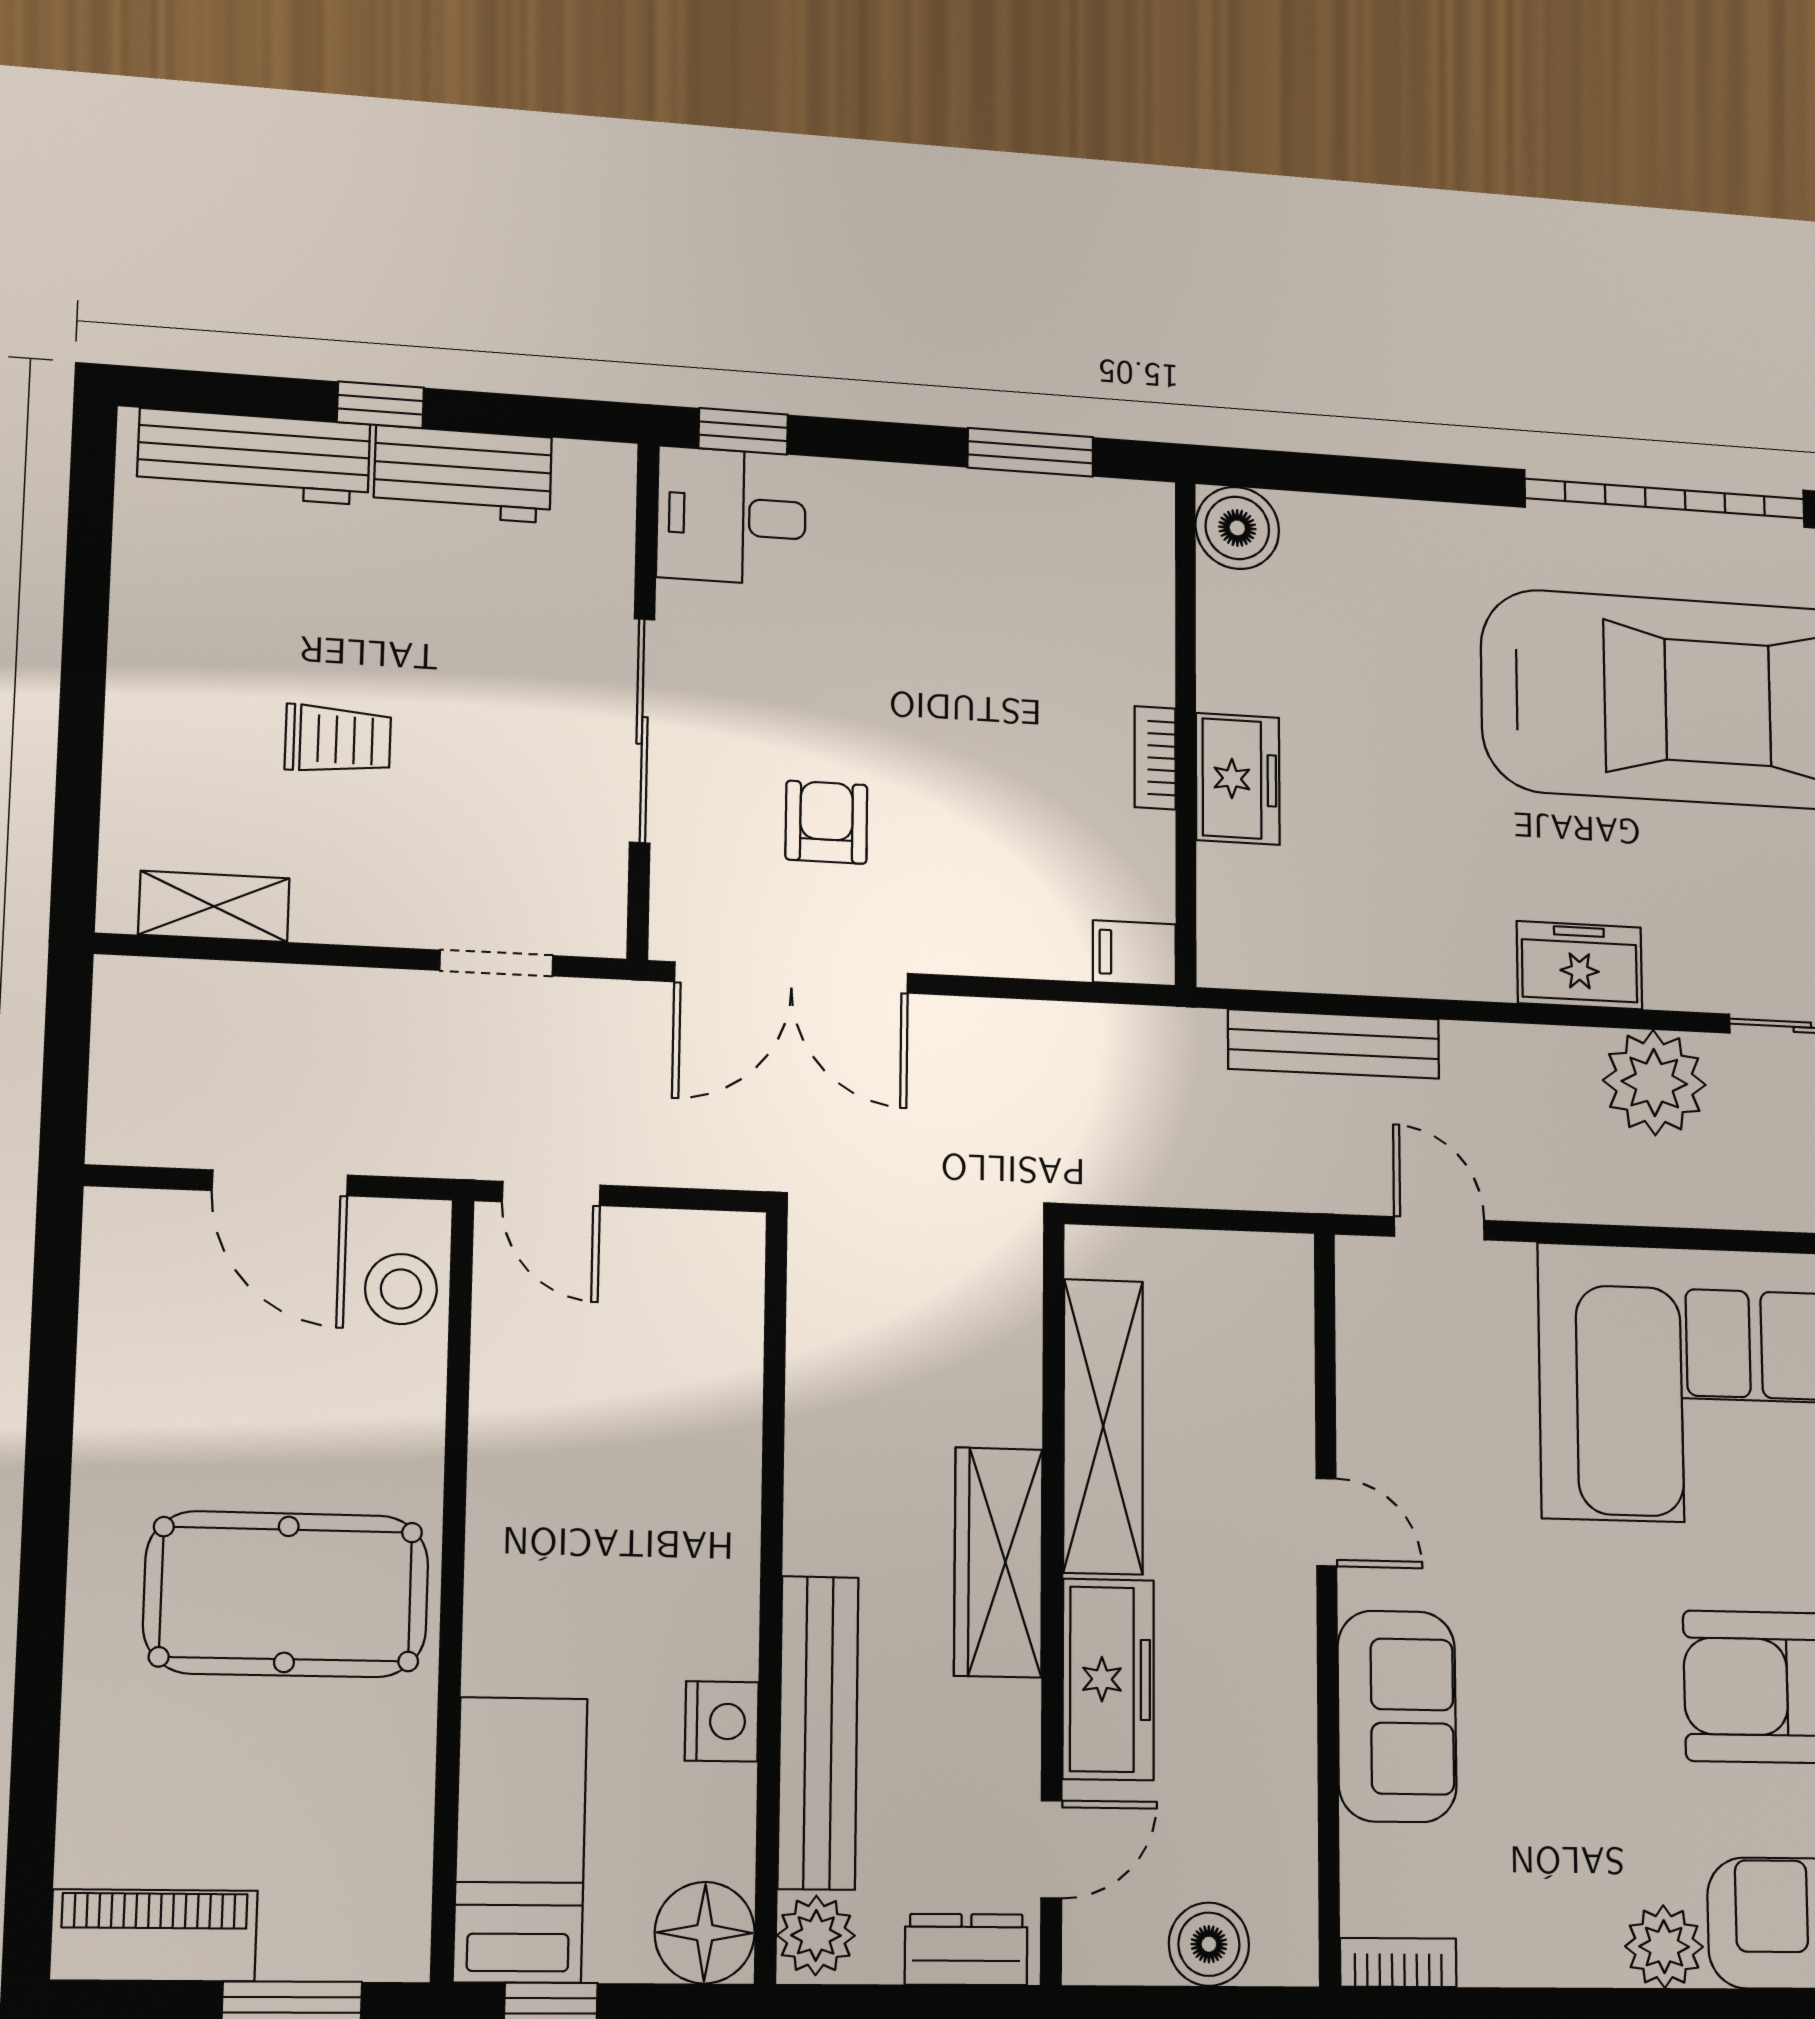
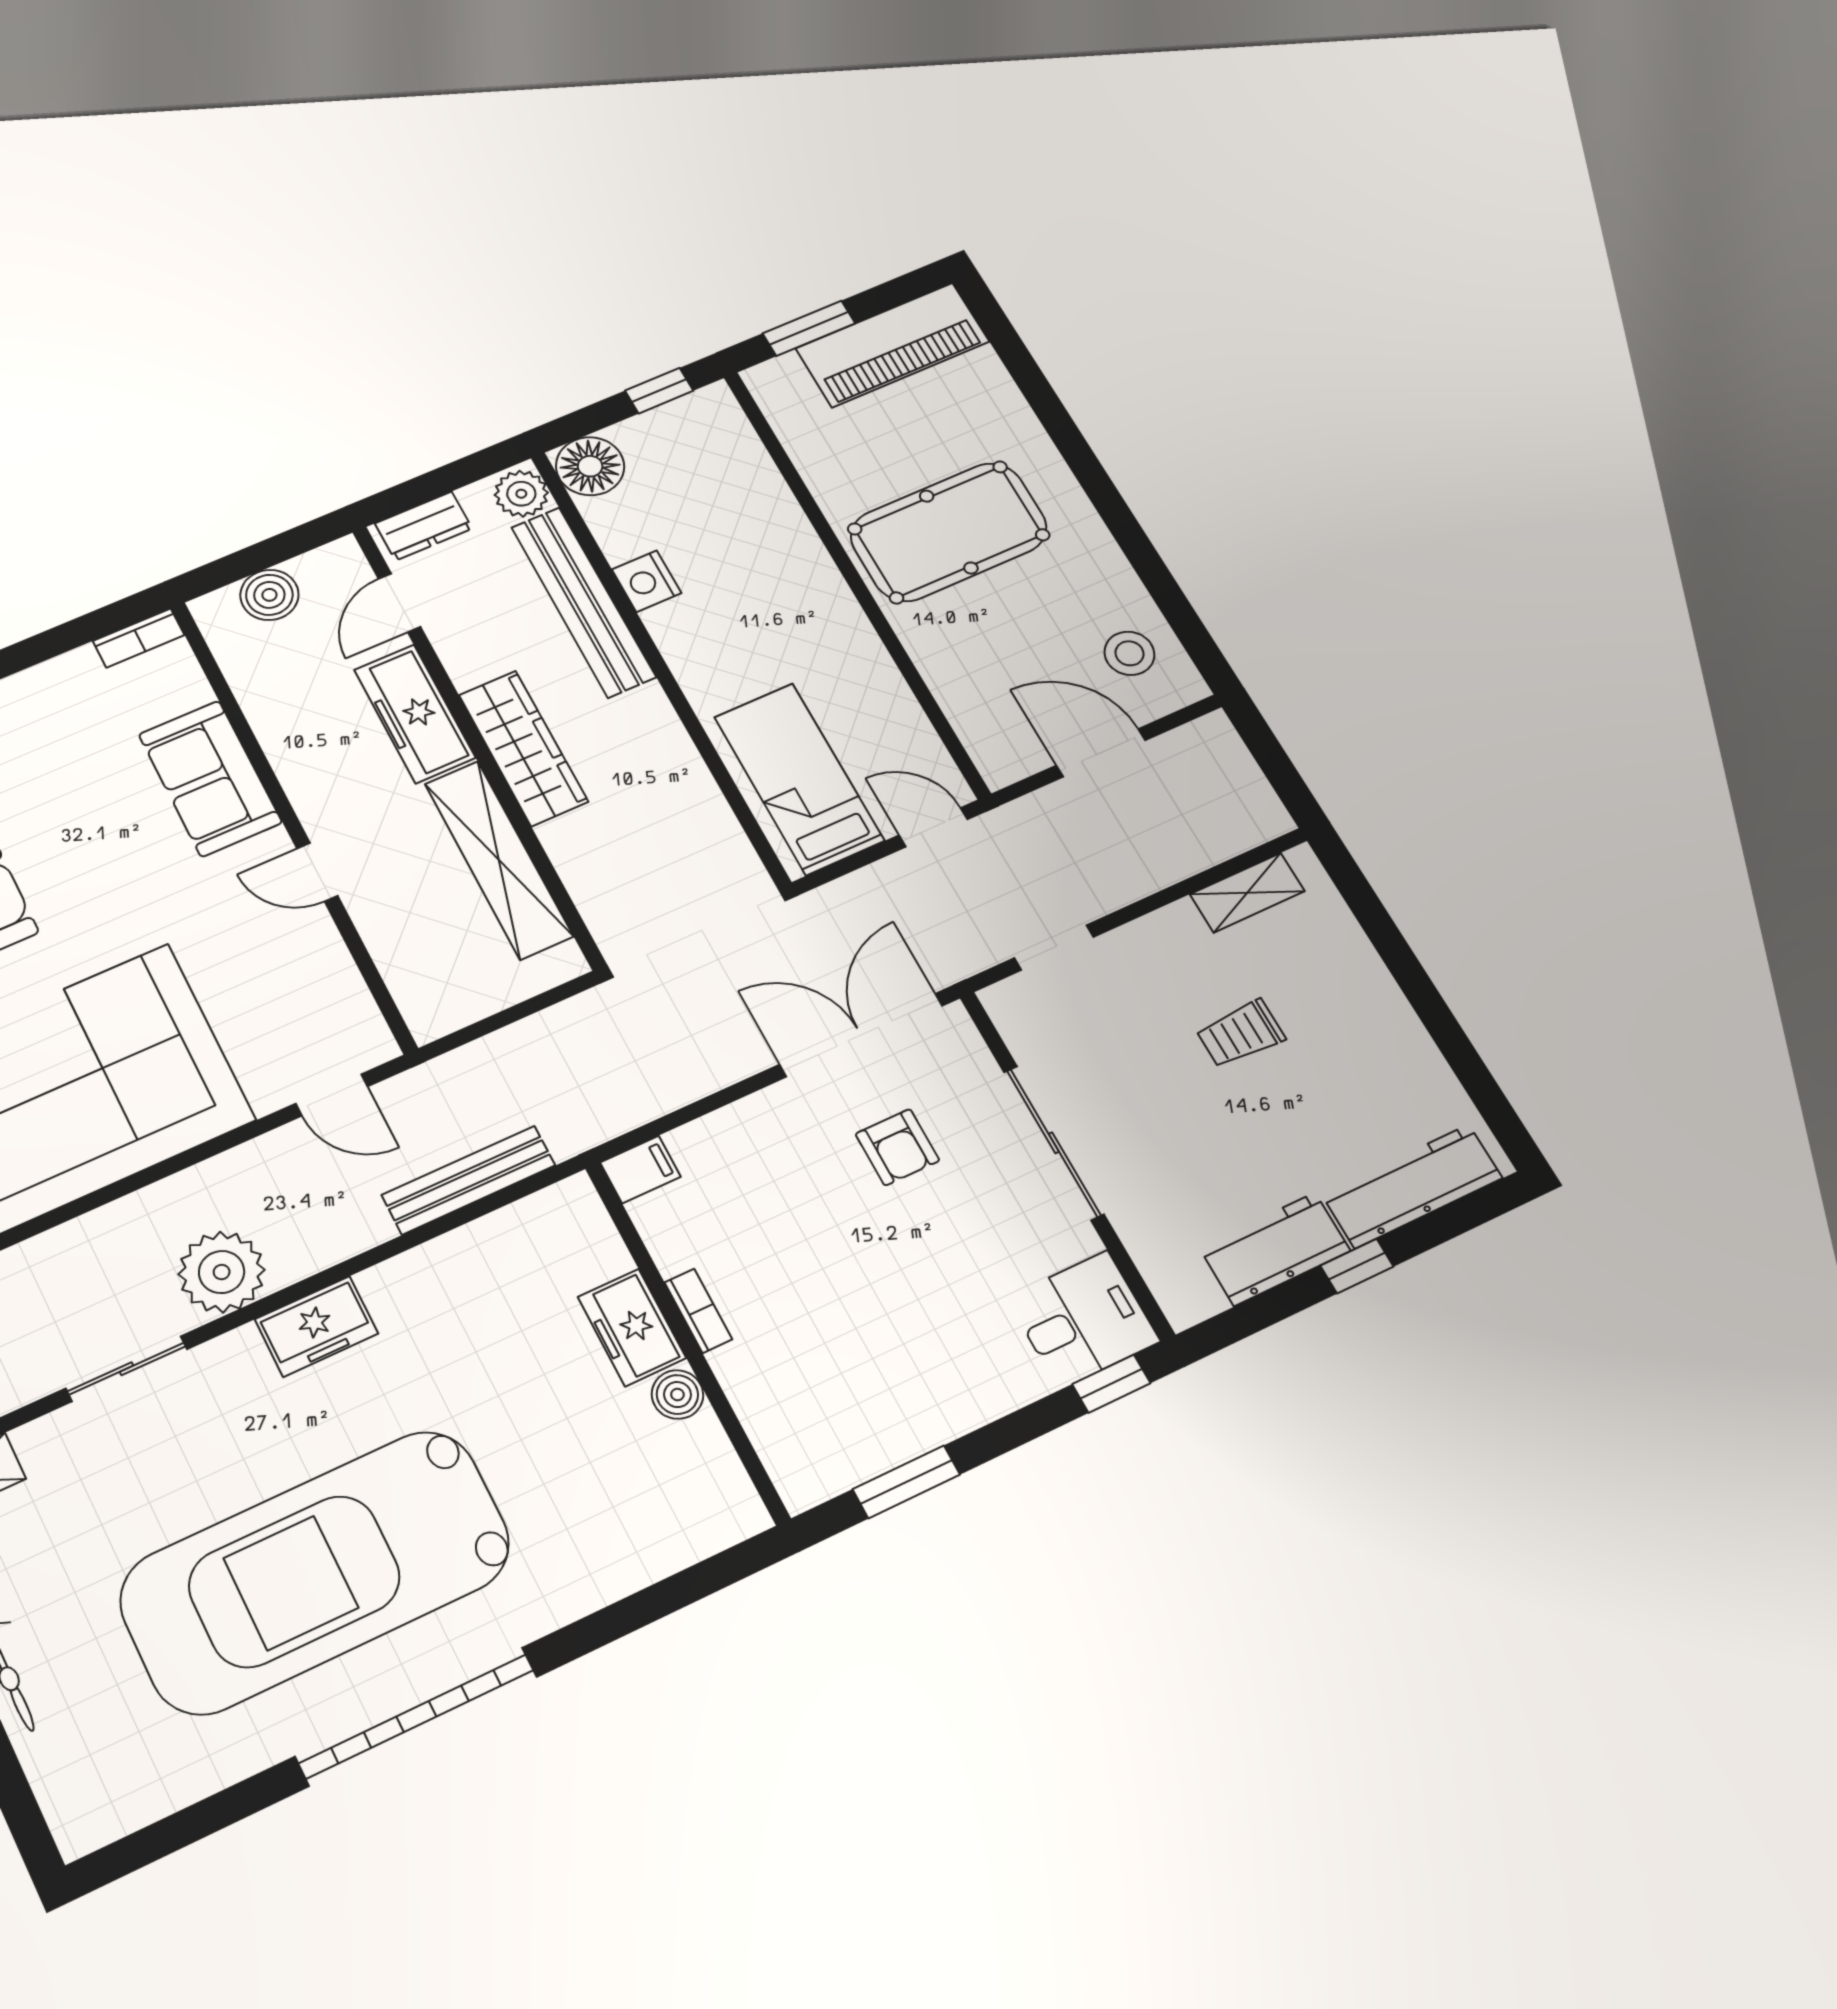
boiler: (1237, 528) -> (677, 1395), moved, width x0.73, depth x0.73
stool: (401, 1289) -> (1129, 653), moved
bed: (521, 1840) -> (799, 779), moved, turned 180
piano: (154, 1935) -> (893, 345), width x1.37, depth x1.33

